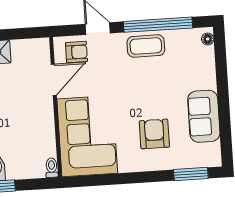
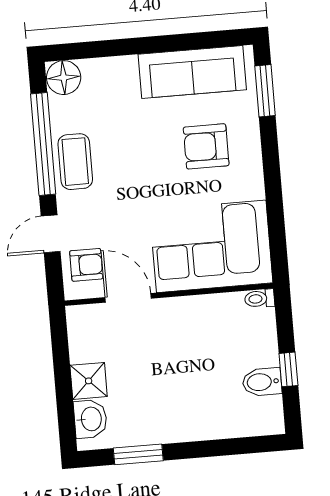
floor lamp: (208, 39) -> (64, 78), width x1.89, depth x1.89
armchair: (76, 52) -> (86, 265), turned 90
sofa: (204, 116) -> (192, 72), width x1.36

